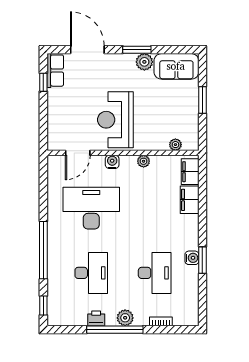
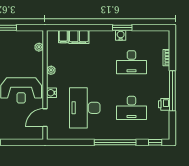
door: (78, 153) -> (45, 118), swing flipped
filing cabinet: (190, 172) -> (63, 37), width x0.50
desk: (91, 273) -> (131, 108), turned 180
desk: (155, 273) -> (131, 62), turned 180
plant: (125, 318) -> (164, 83), removed

